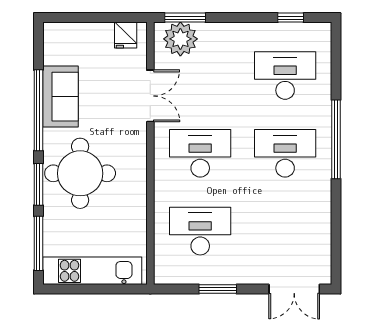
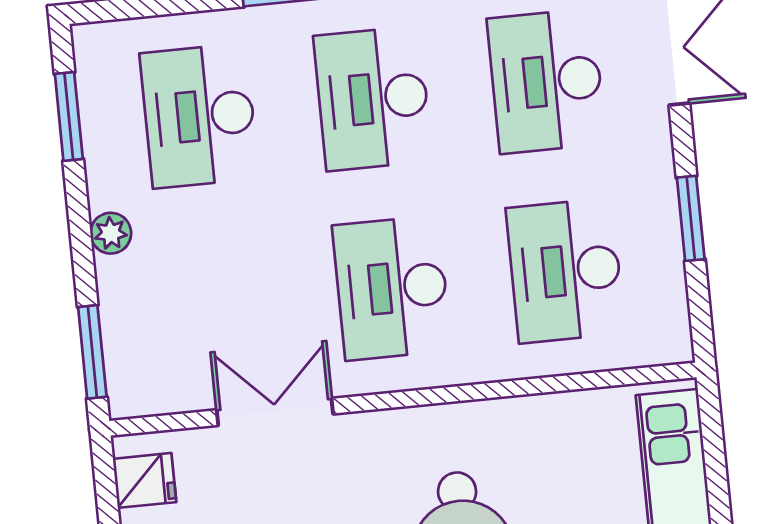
window: (291, 18) -> (69, 116), width x1.50
plant: (180, 39) -> (111, 233), moved, width x0.53, depth x0.53
desk: (285, 231) -> (546, 81), added

